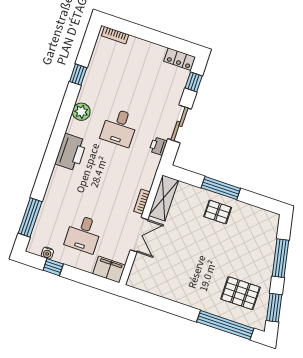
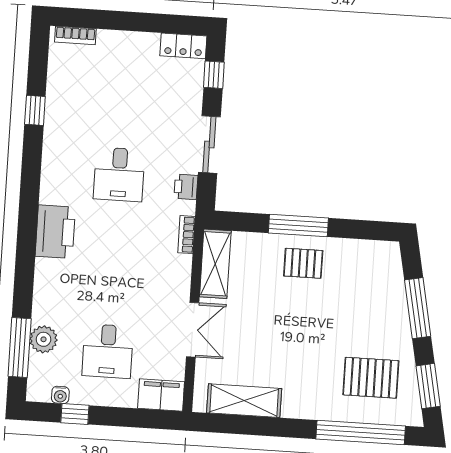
plant: (81, 112) -> (44, 339), moved
bookcase: (142, 202) -> (186, 235), moved
shelving: (159, 287) -> (244, 401), added

